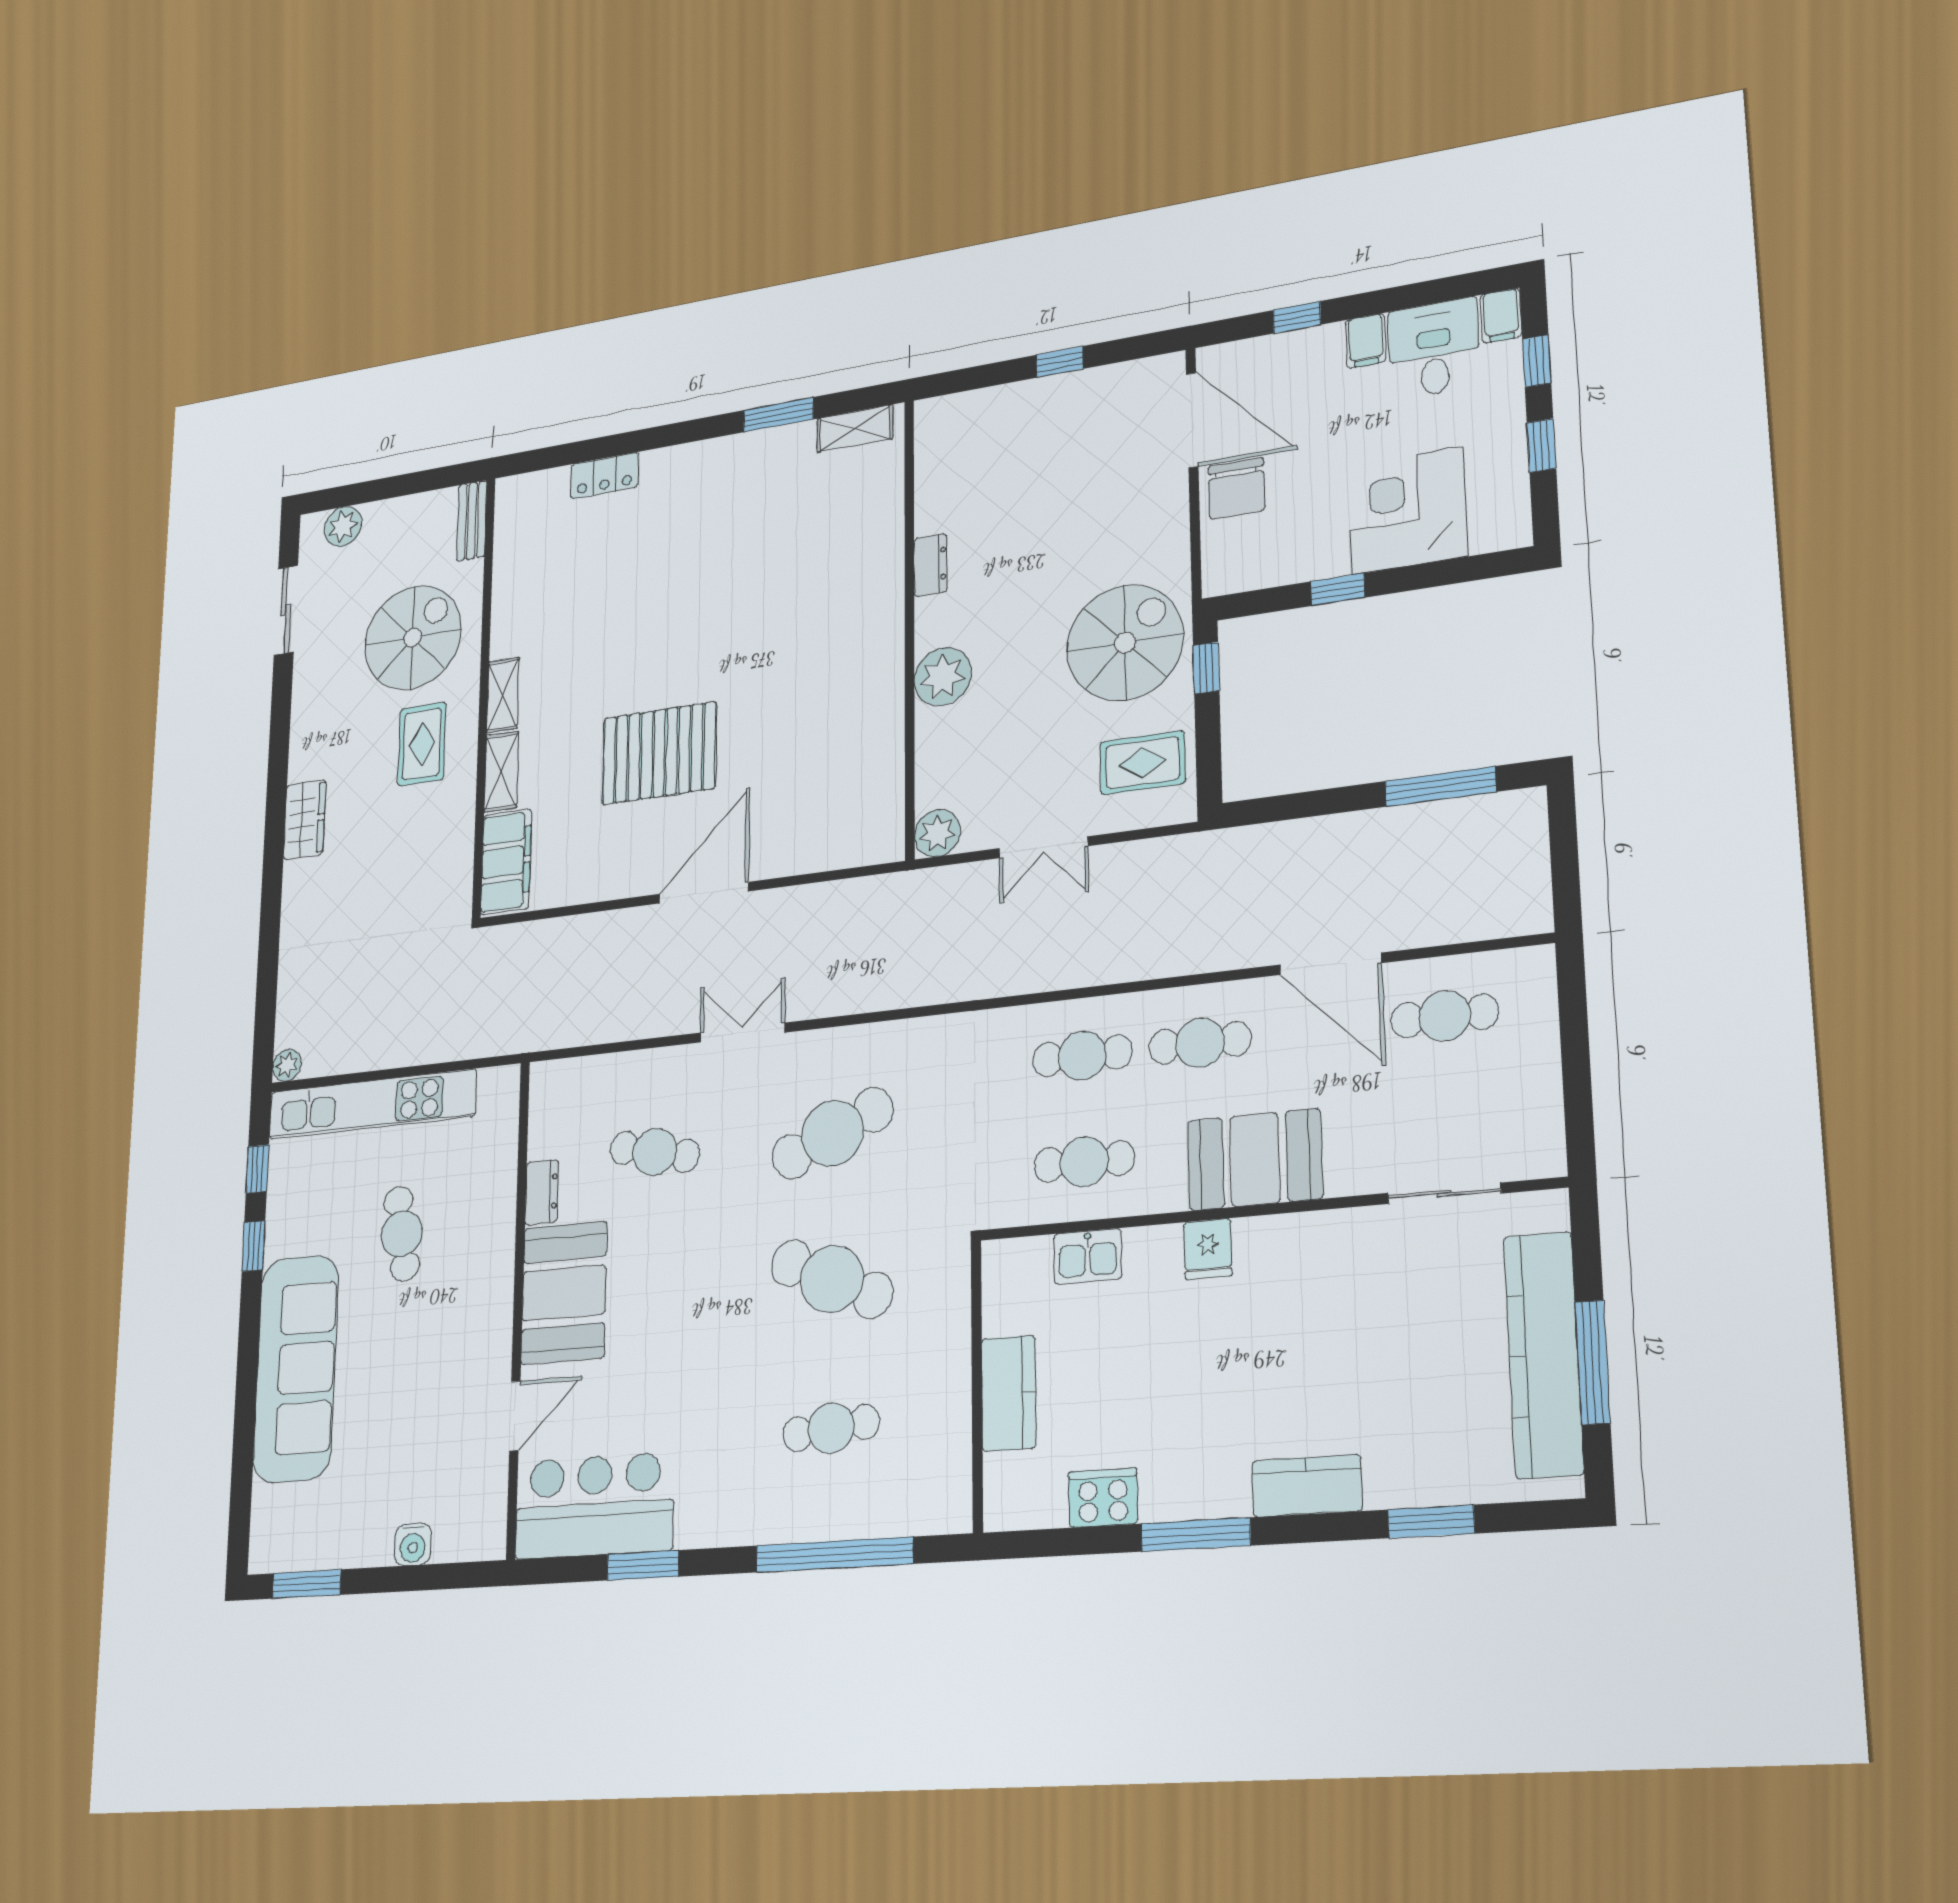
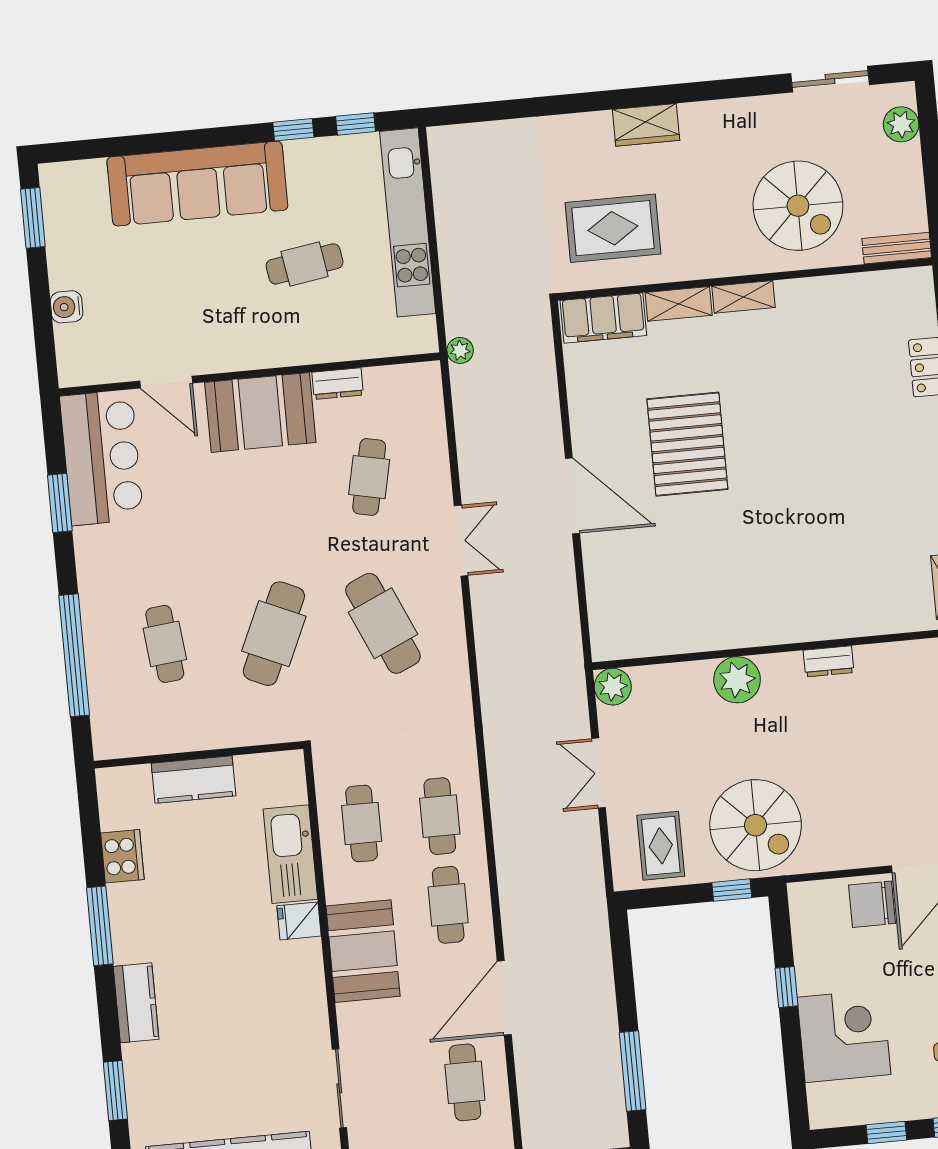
rug: (422, 744) -> (613, 228), moved, width x1.36, depth x1.43
plant: (287, 1065) -> (460, 350), moved
kitchen sink: (1088, 1256) -> (290, 854), width x1.88, depth x1.24

